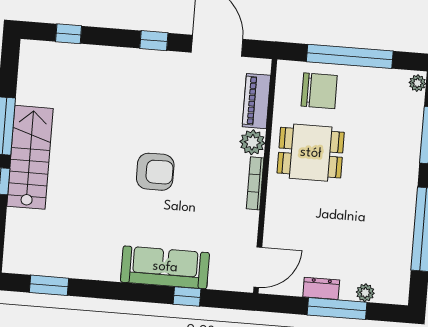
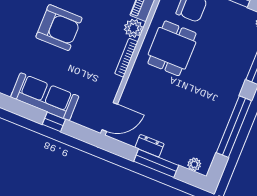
dining table: (311, 153) -> (172, 48), turned 90
armchair: (155, 172) -> (59, 28), width x1.36, depth x1.36
plant: (365, 293) -> (194, 164), moved

